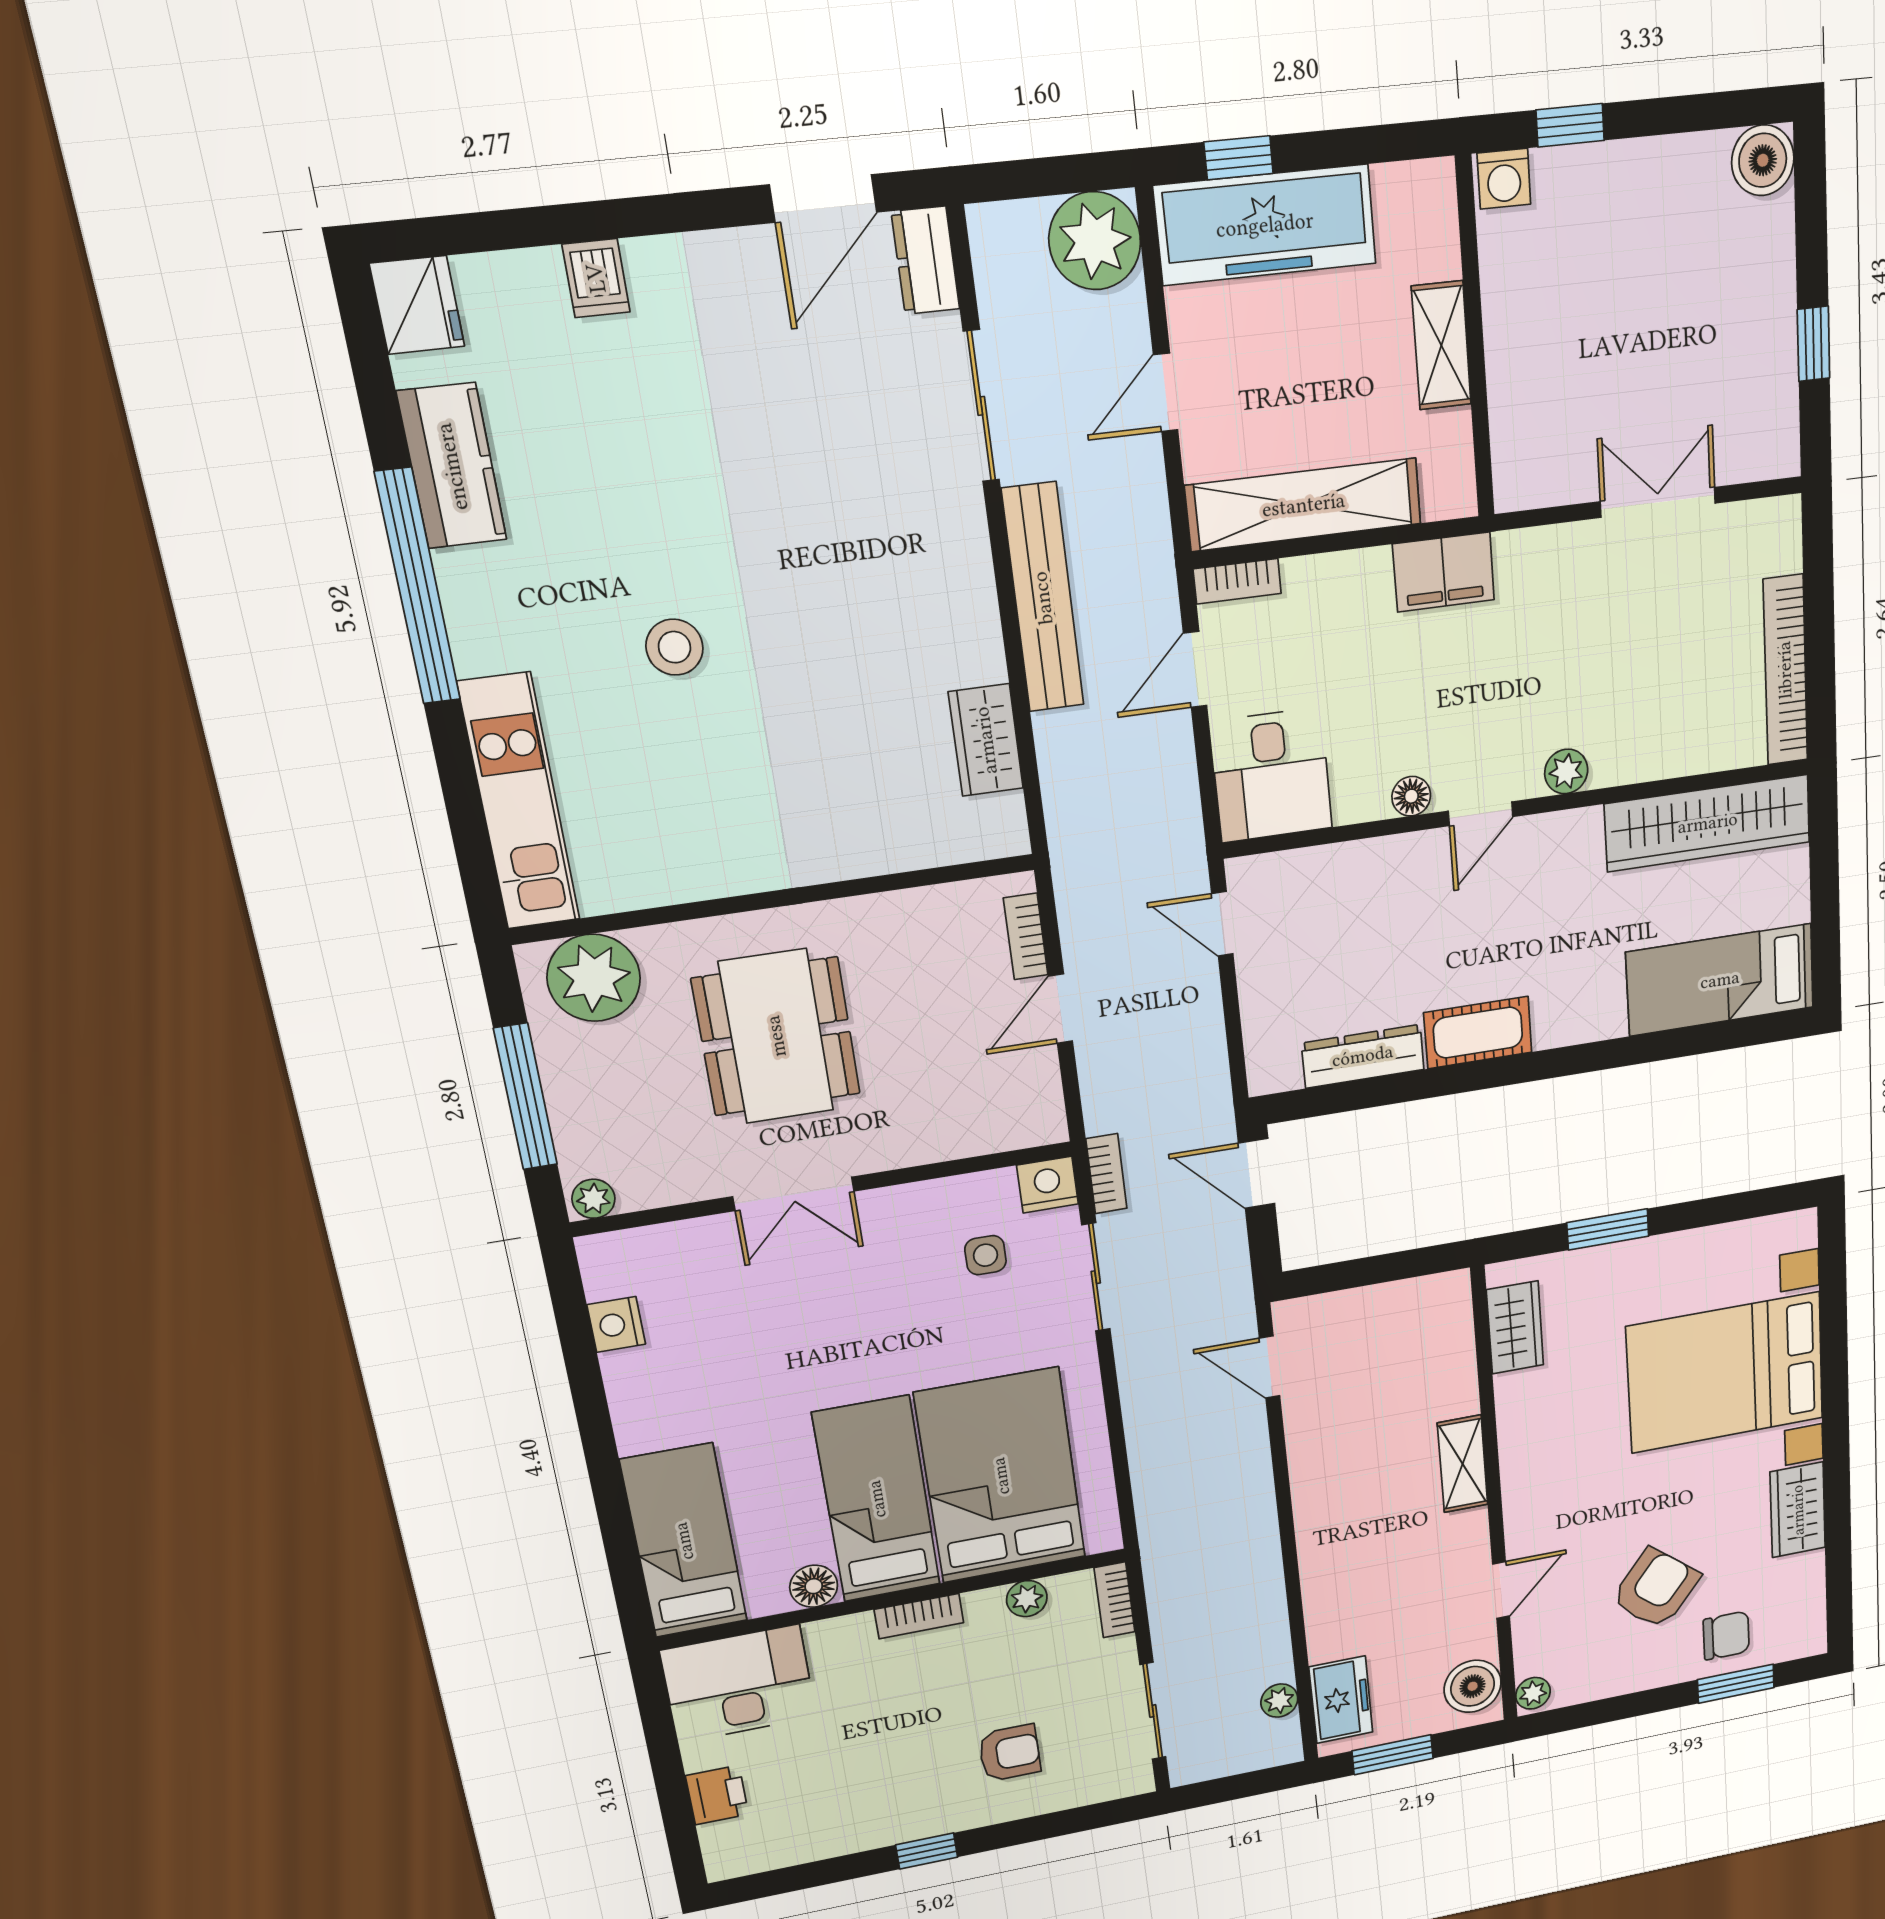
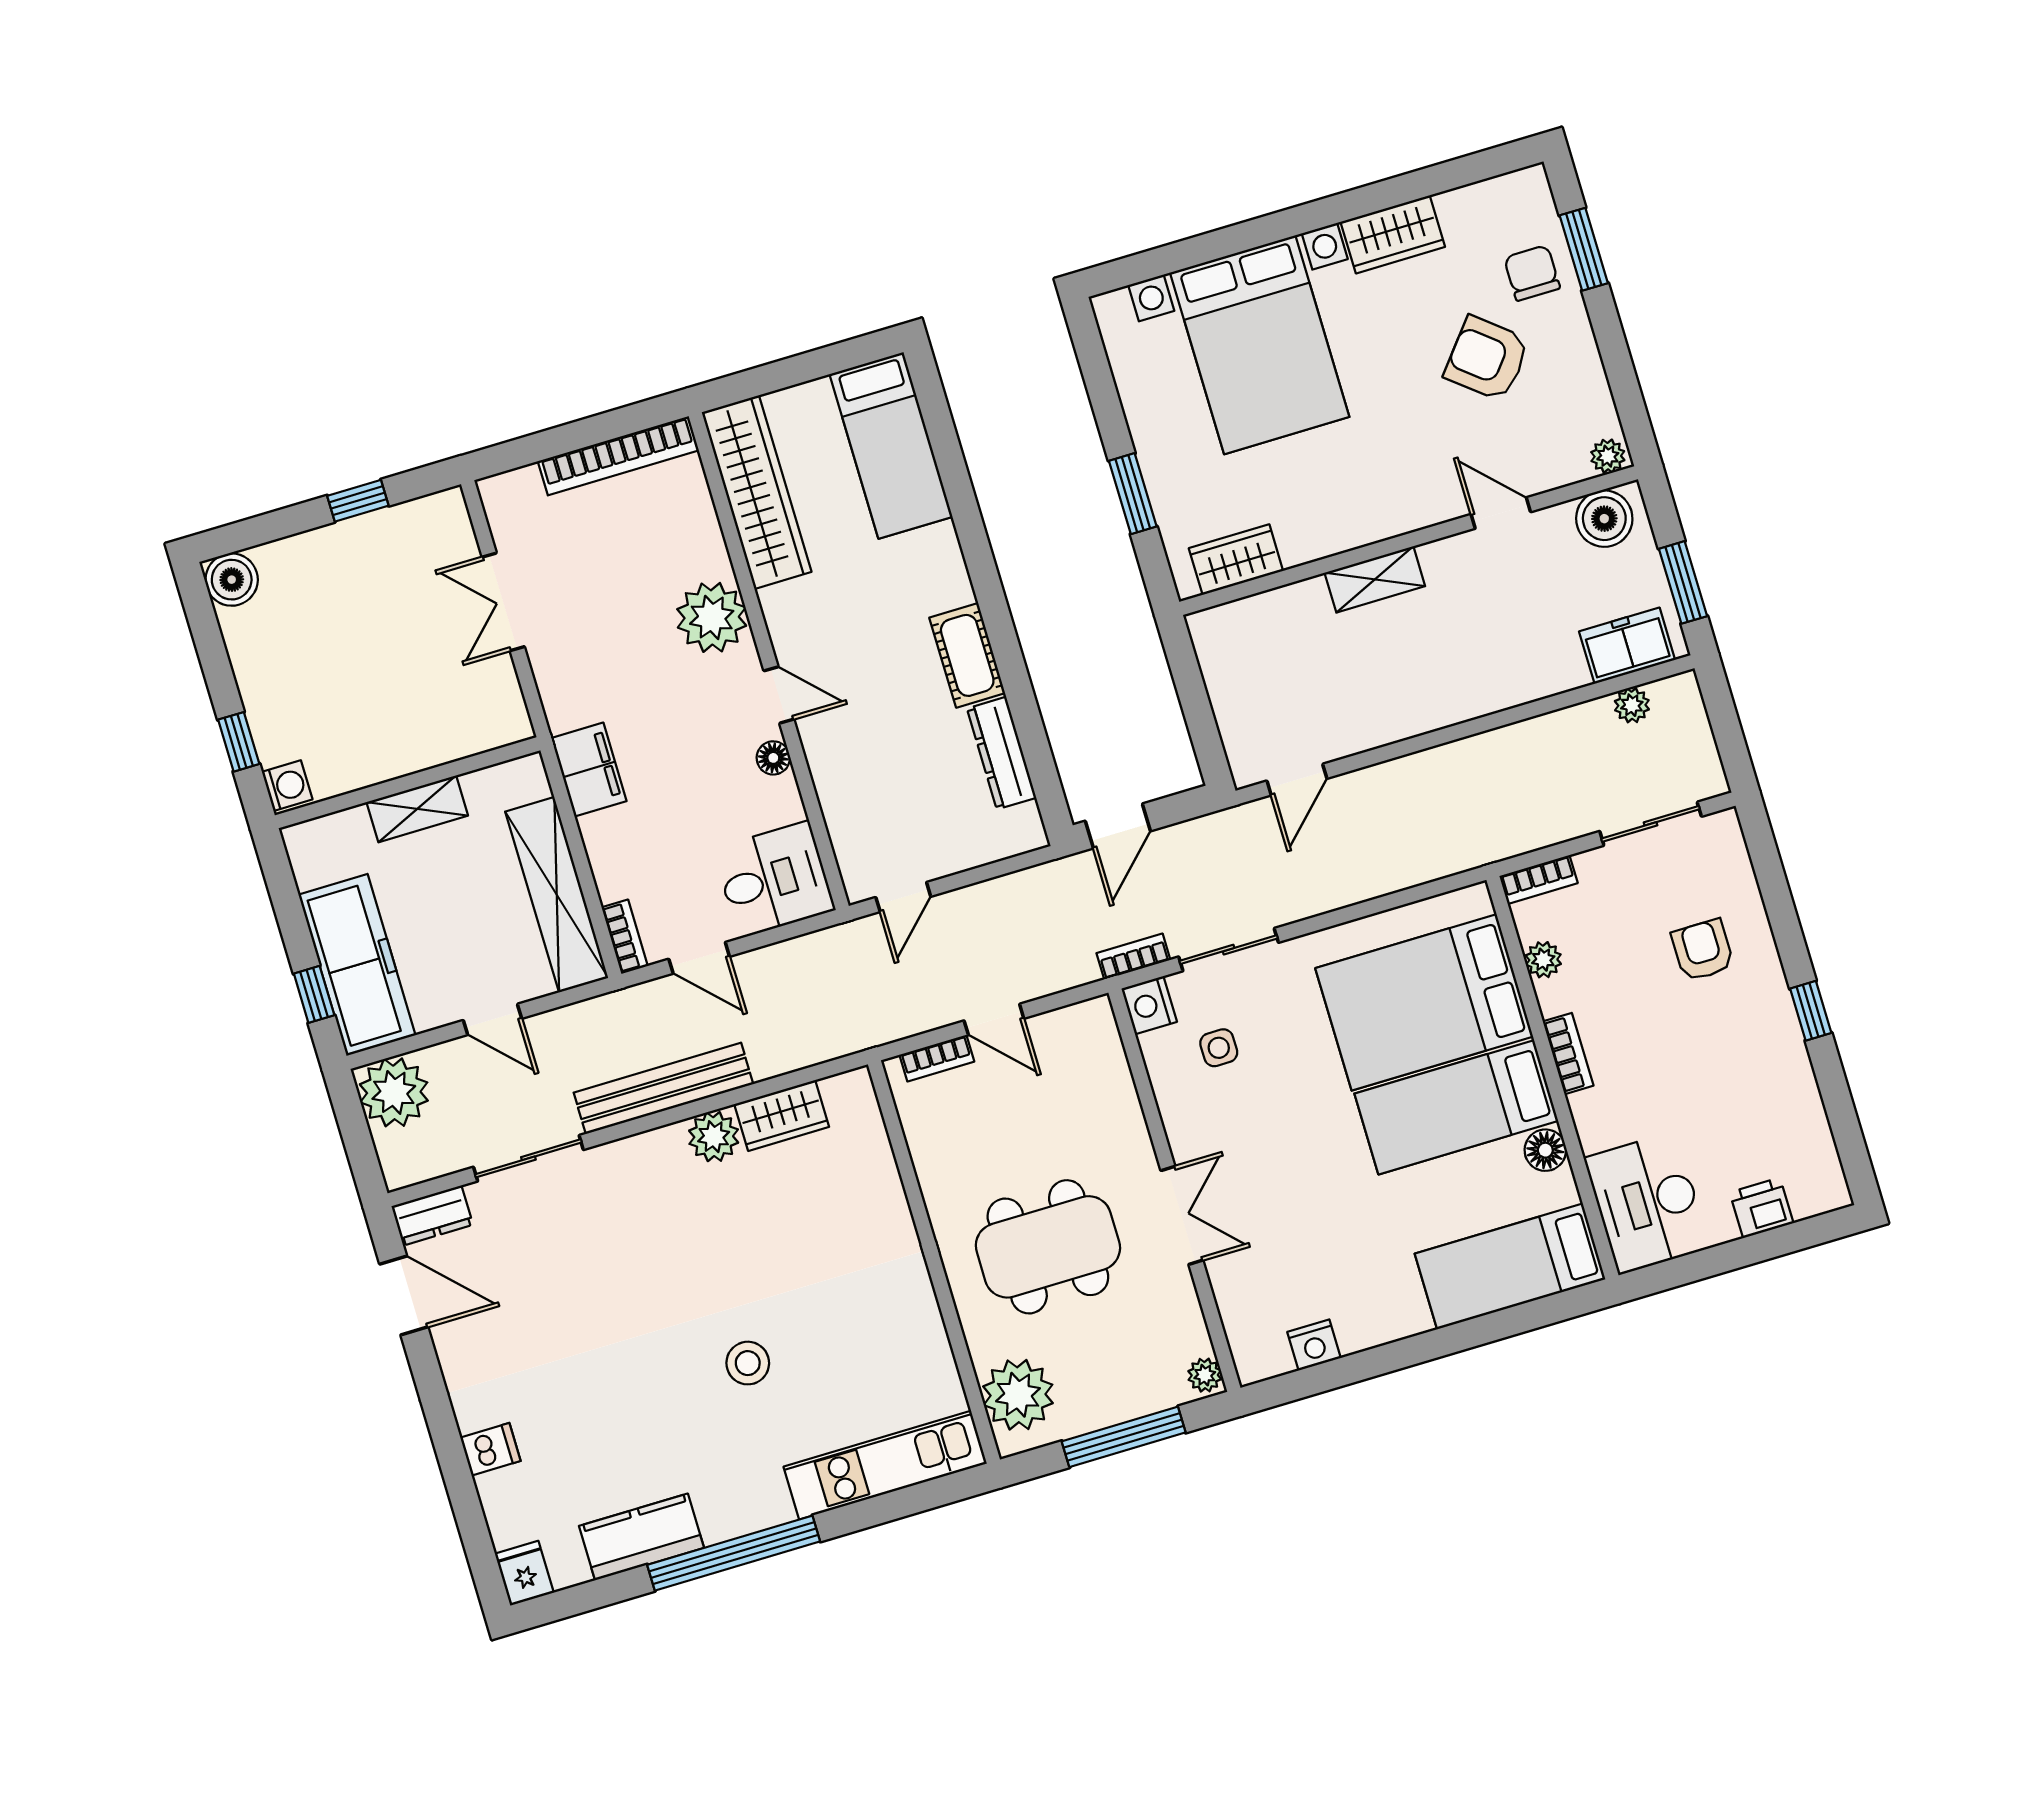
fridge: (417, 305) -> (524, 1573), width x0.72
plant: (973, 651) -> (714, 1137), added
plant: (1566, 771) -> (712, 617), width x1.87, depth x1.87

